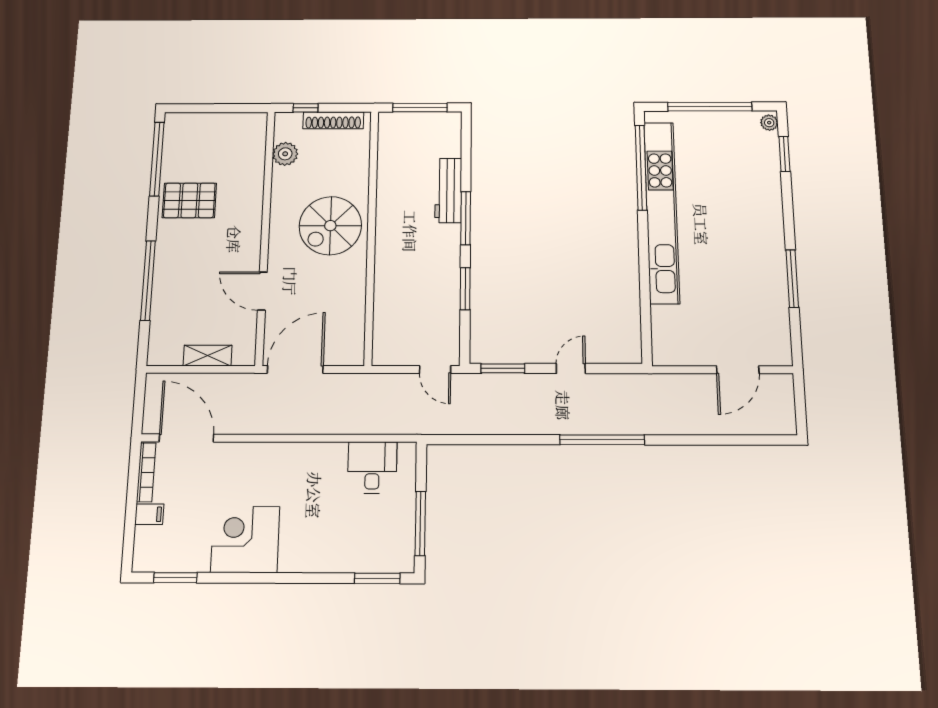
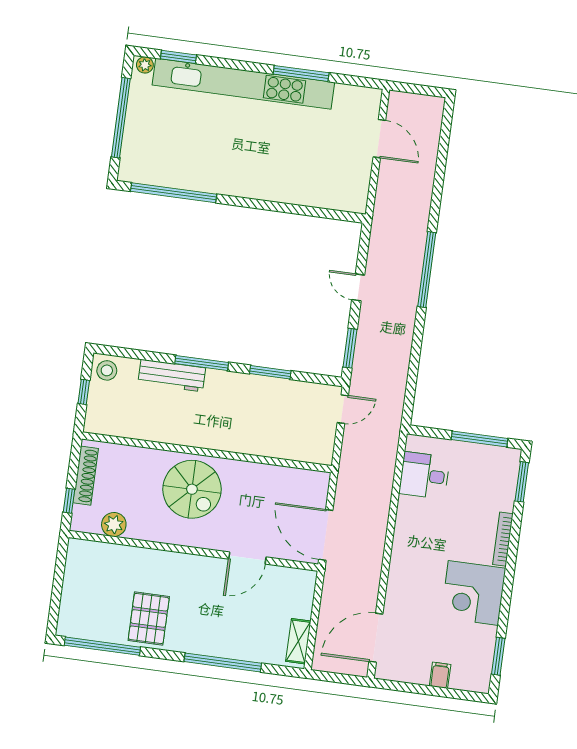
window: (420, 108) -> (84, 392), width x0.46
stool: (445, 127) -> (107, 370), added
kitchen unit: (662, 212) -> (243, 84), moved, turned 180
shelving: (208, 356) -> (298, 641), moved
bookcase: (146, 472) -> (503, 539), moved, turned -90

